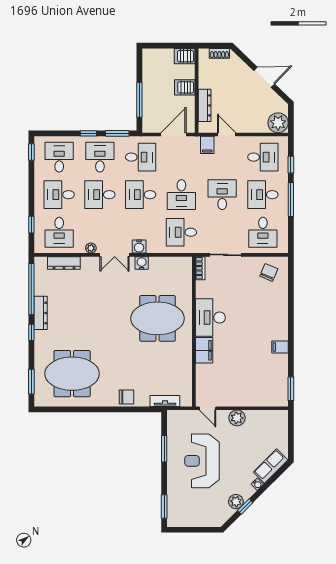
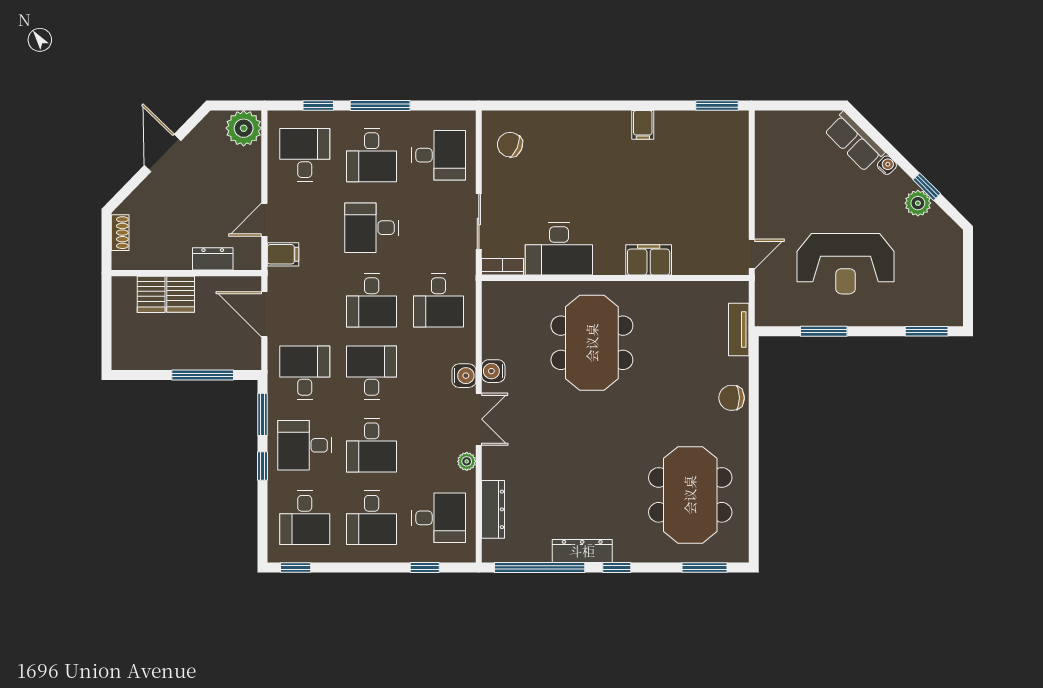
server rack: (185, 56) -> (151, 294), moved
dresser: (205, 105) -> (213, 259), width x0.70
desk: (59, 157) -> (305, 518), turned -90
desk: (141, 195) -> (372, 373), turned 180
desk: (181, 195) -> (372, 300), turned 90
desk: (210, 318) -> (559, 249), moved
chair: (127, 397) -> (732, 398), turned -90
plant: (237, 418) -> (769, 201), removed

